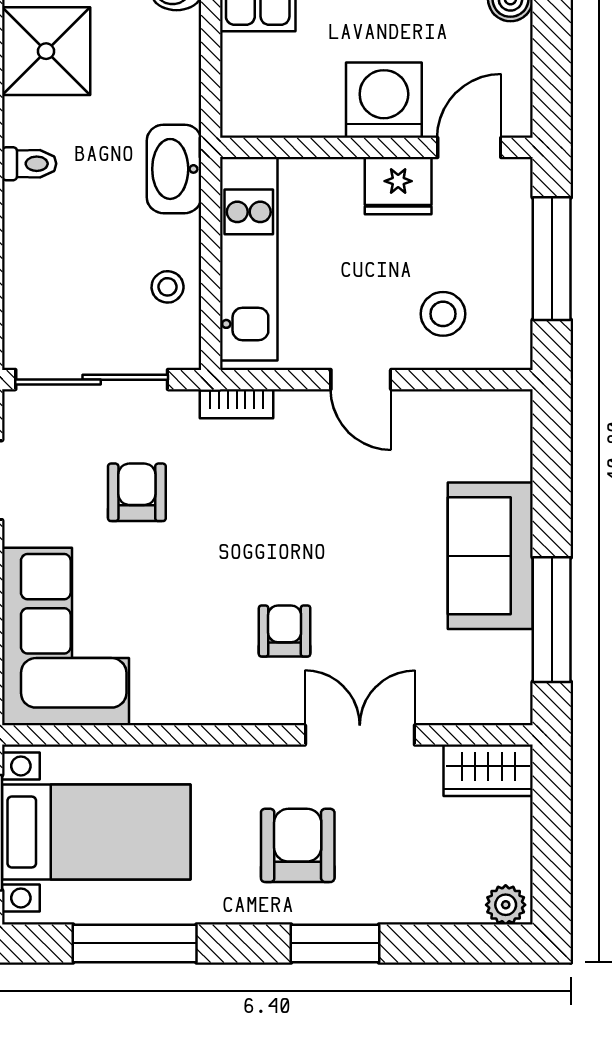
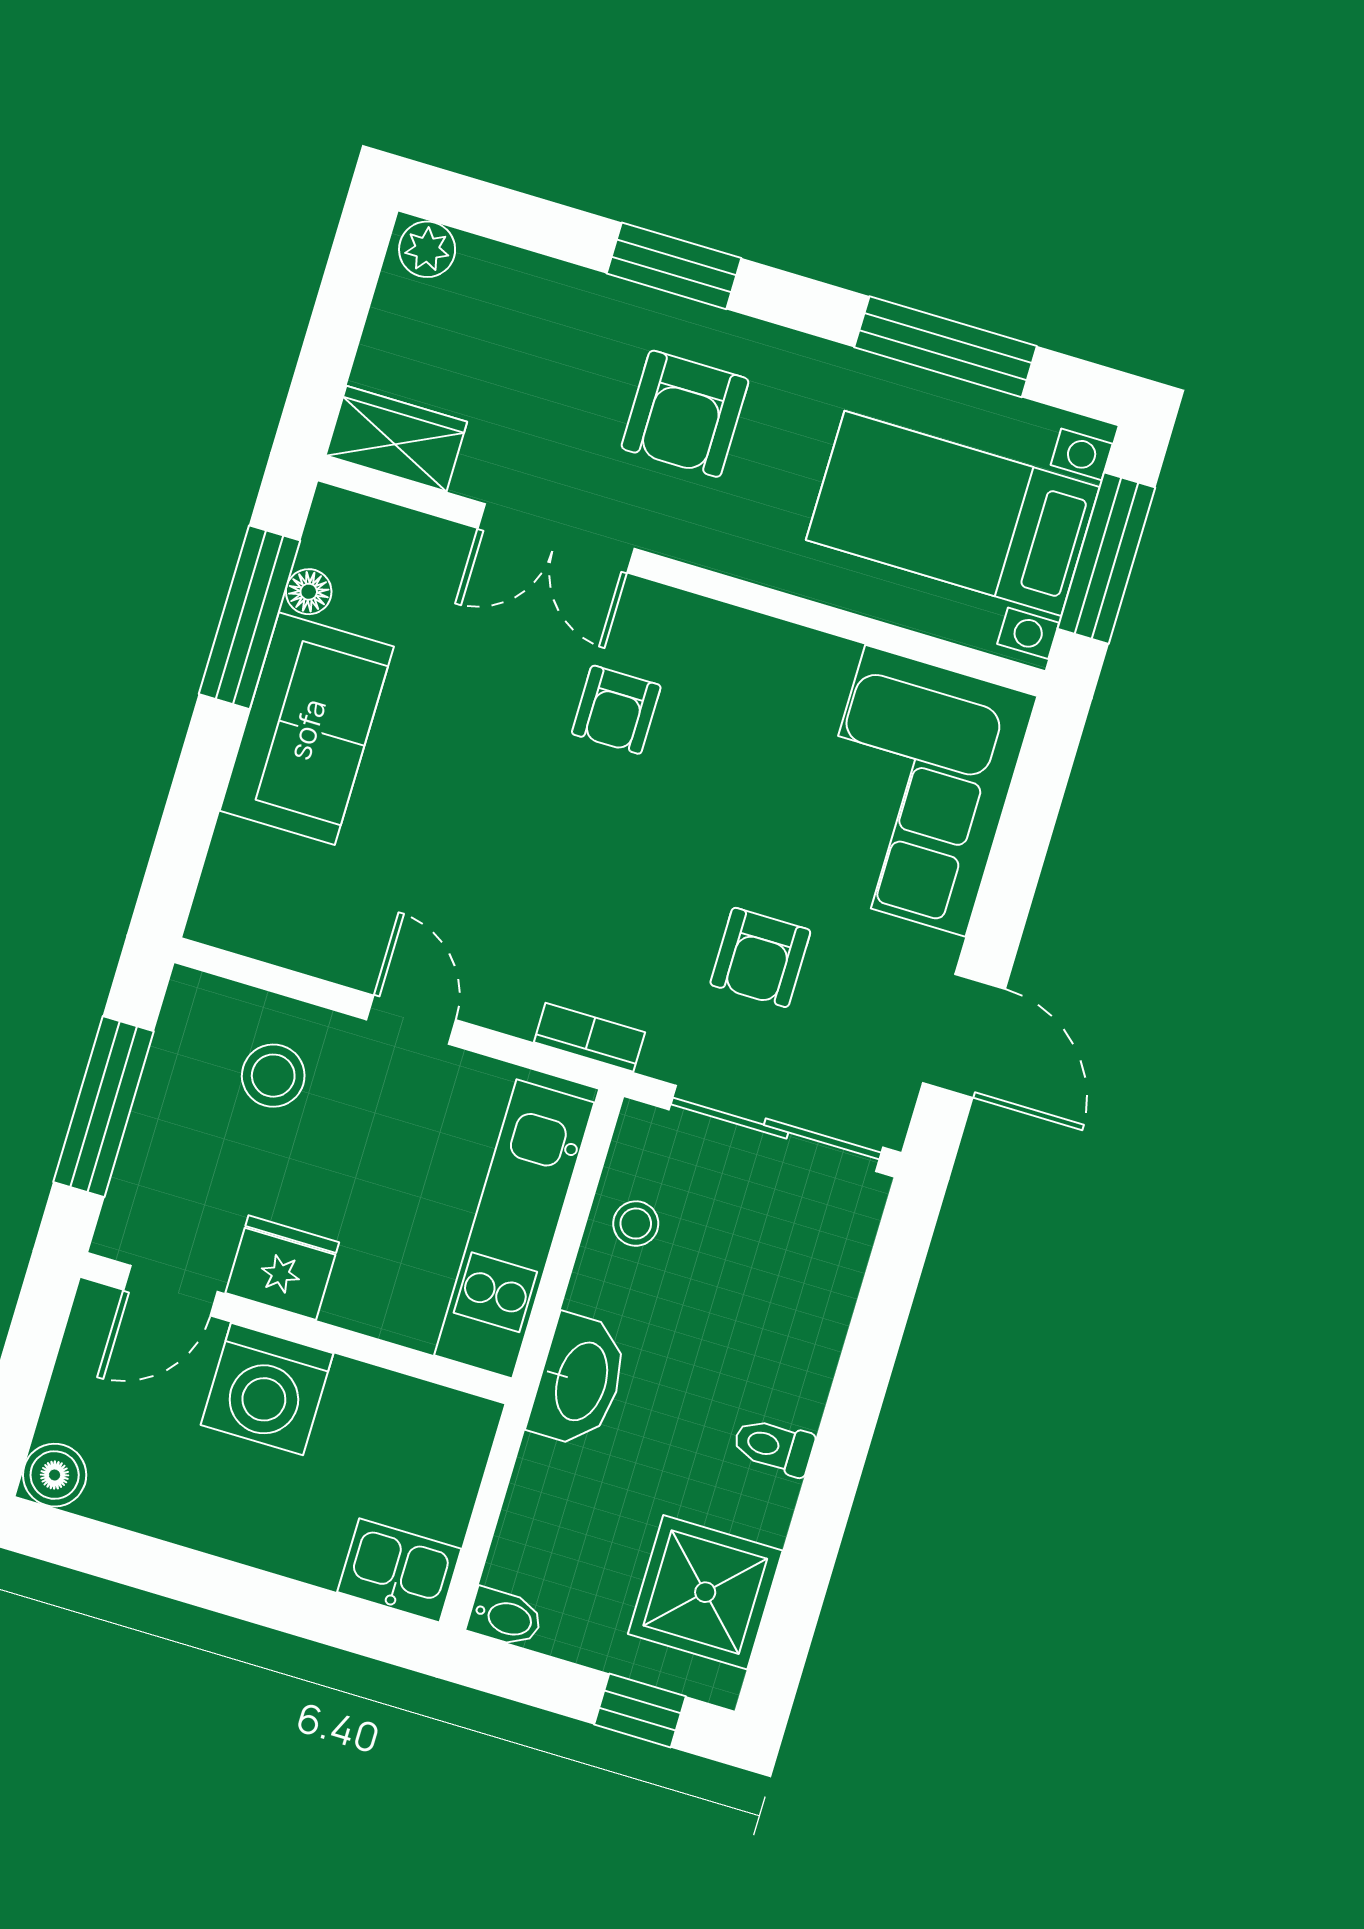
floor lamp: (517, 649) -> (309, 592), added

